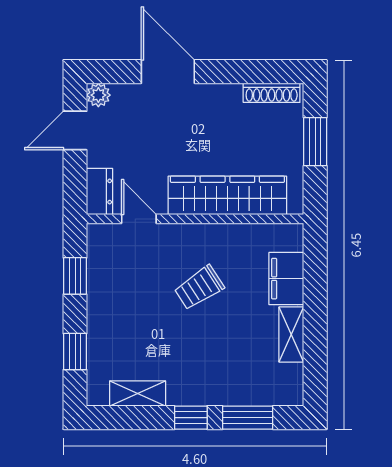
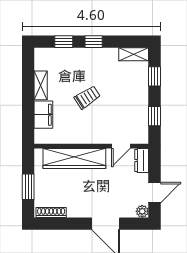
door: (139, 219) -> (121, 146), hinge flipped
trolley: (199, 288) -> (87, 97), moved
shelving: (138, 394) -> (134, 54), moved
window: (248, 418) -> (64, 42), width x0.67

